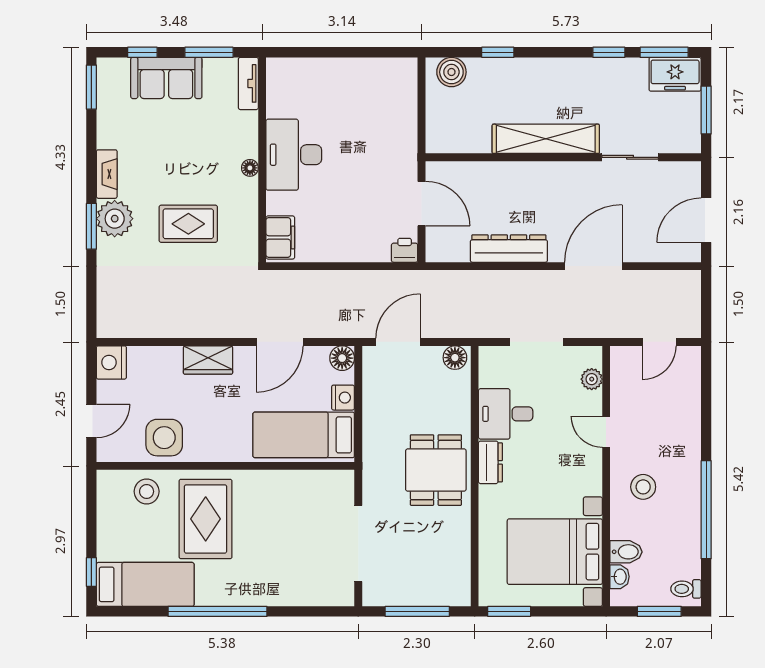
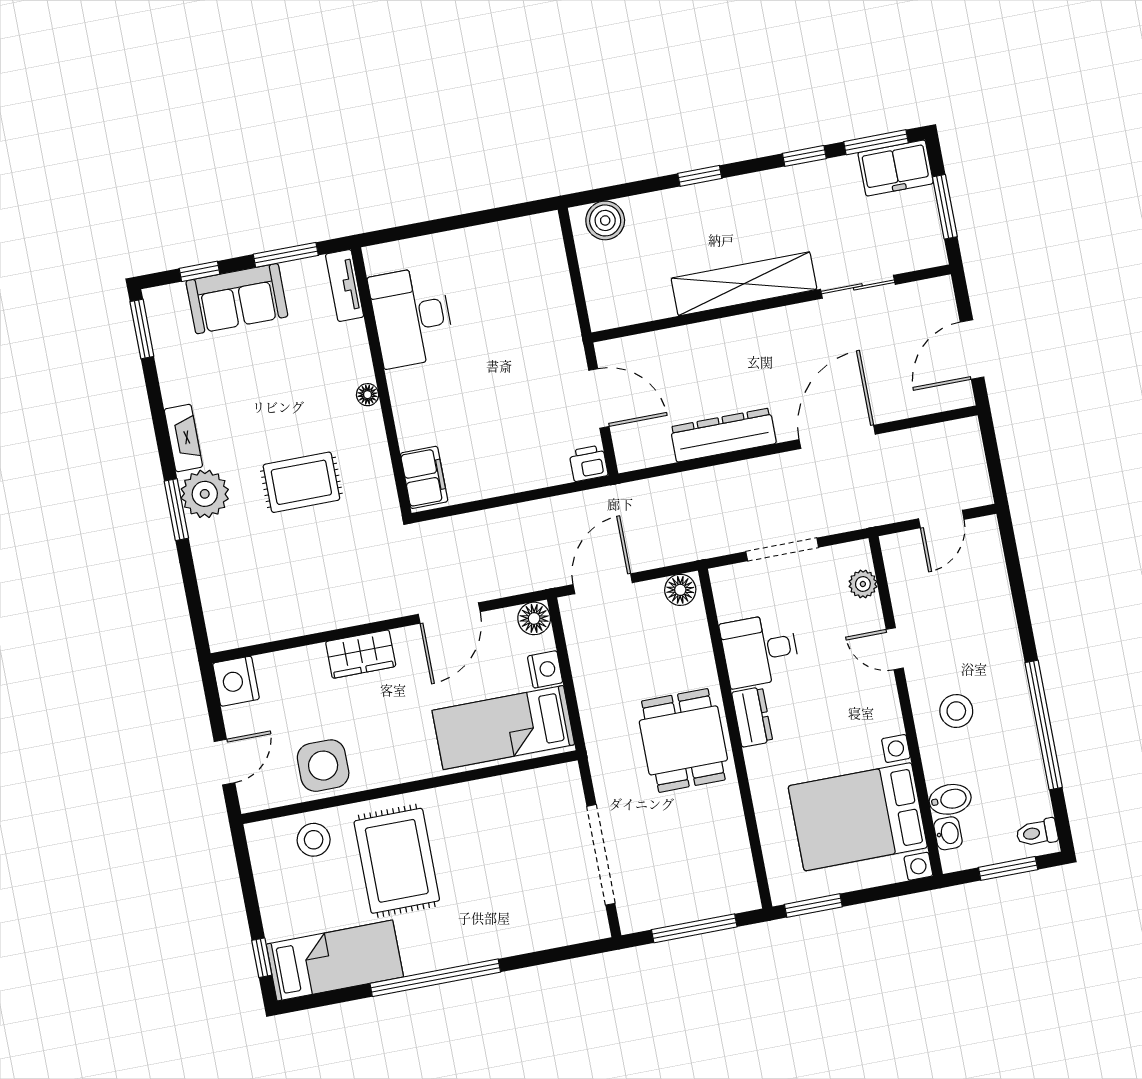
window: (498, 52) -> (700, 176), moved
desk: (294, 155) -> (412, 317), moved

